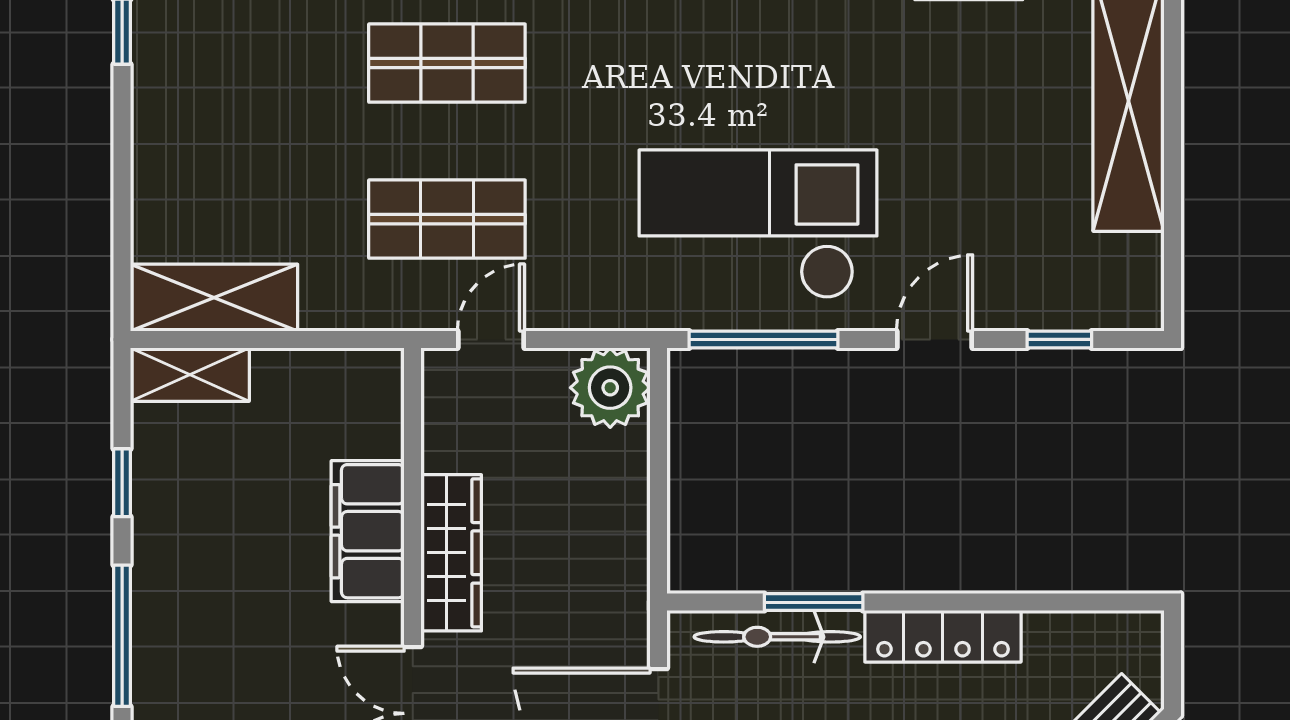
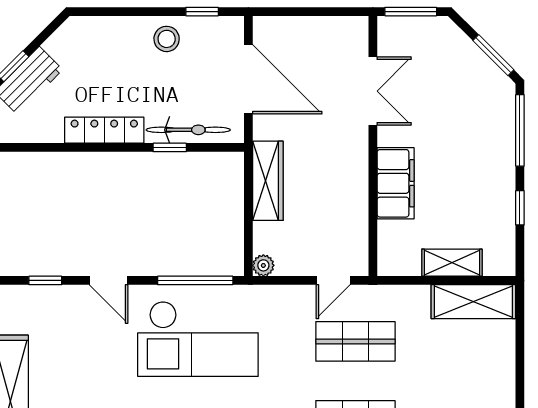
door: (935, 339) -> (109, 280), hinge flipped
shelving: (190, 375) -> (452, 263), moved
plant: (610, 388) -> (263, 265), width x0.53, depth x0.53
wardrobe: (451, 553) -> (268, 181), moved, turned 180
window: (814, 602) -> (170, 147), width x0.67

